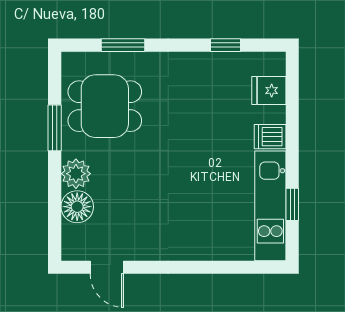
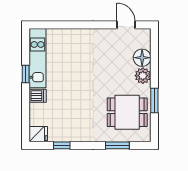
fridge: (269, 90) -> (38, 134), moved
window: (292, 204) -> (26, 74), moved

